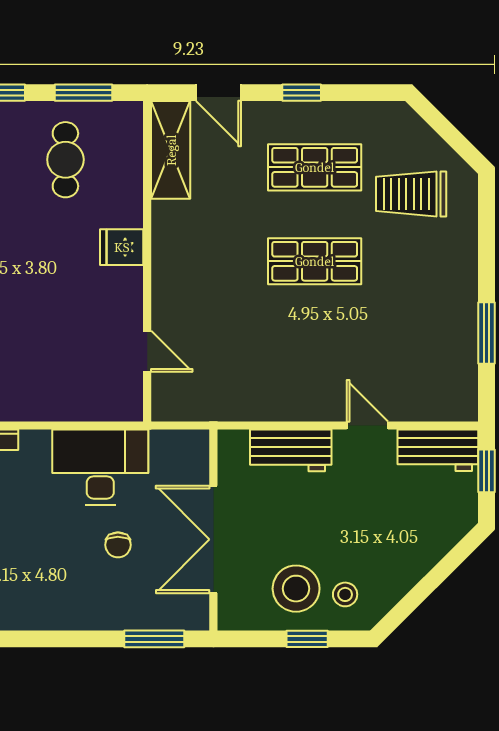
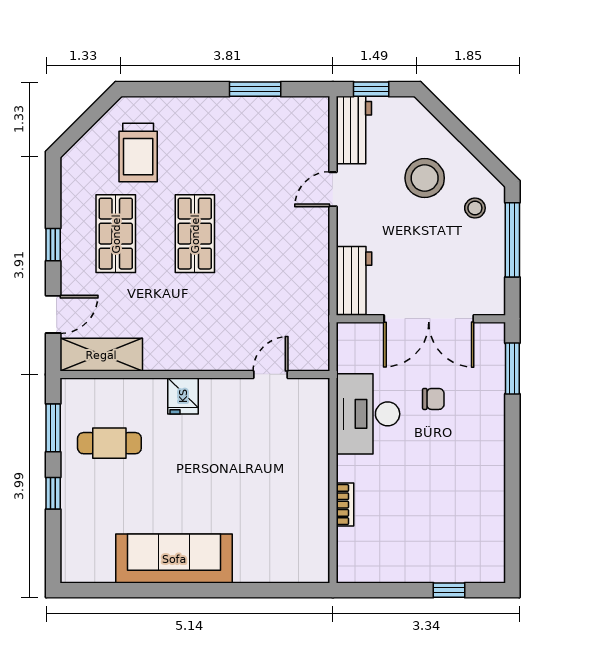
workbench: (291, 450) -> (354, 280), moved
stool: (296, 589) -> (425, 178), moved
window: (307, 639) -> (512, 240), width x2.17

